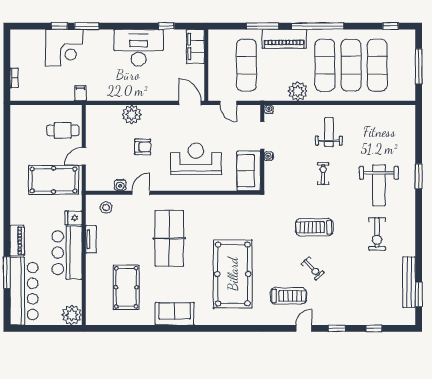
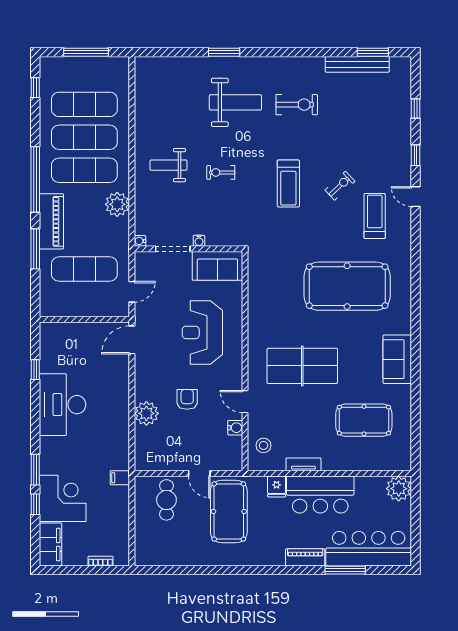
filing cabinet: (195, 46) -> (50, 545), moved, turned -90

